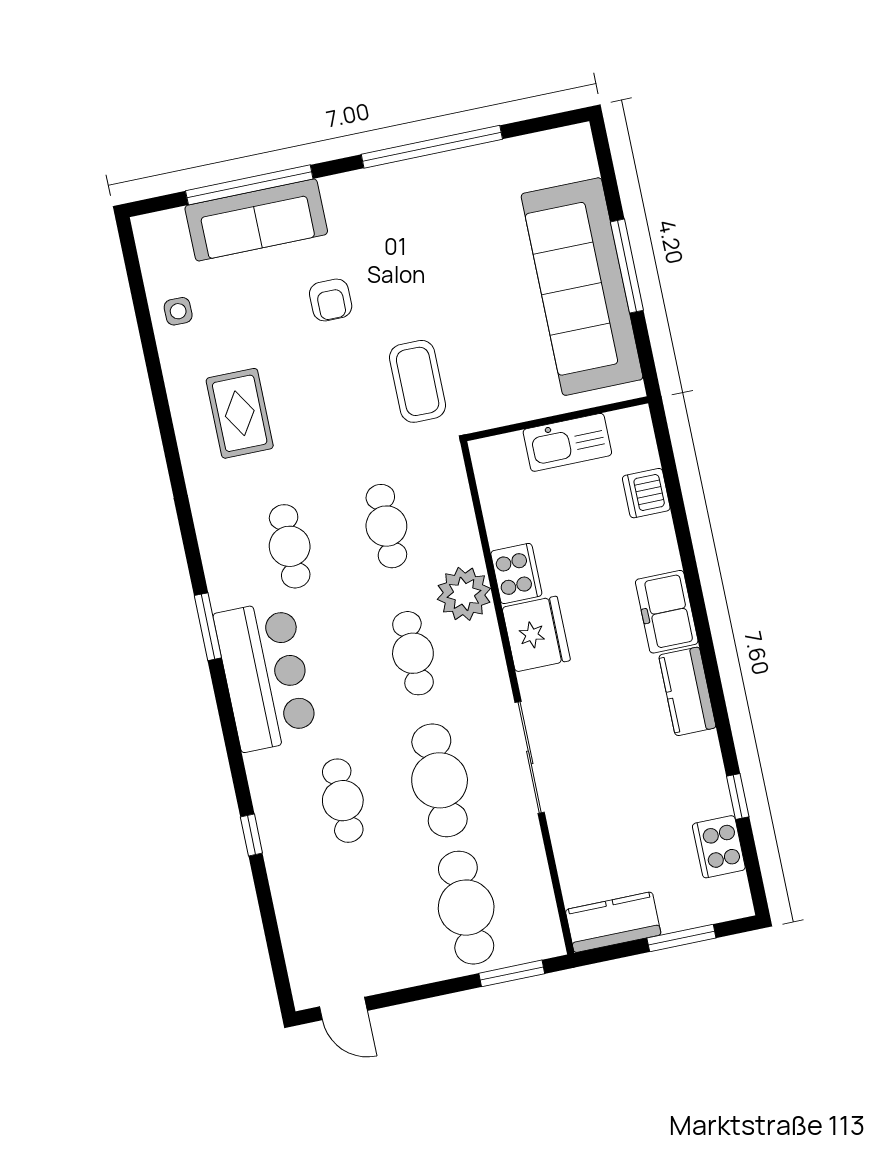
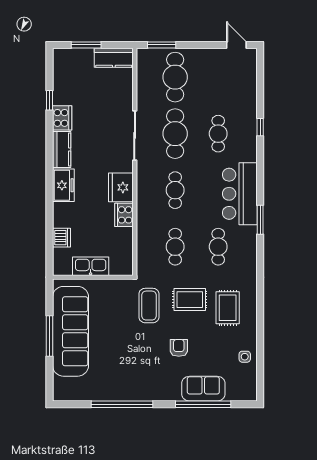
sofa: (256, 220) -> (203, 389), width x0.73
rug: (329, 414) -> (190, 300), added
plant: (464, 594) -> (148, 211), removed
cooker: (719, 847) -> (62, 118), moved

